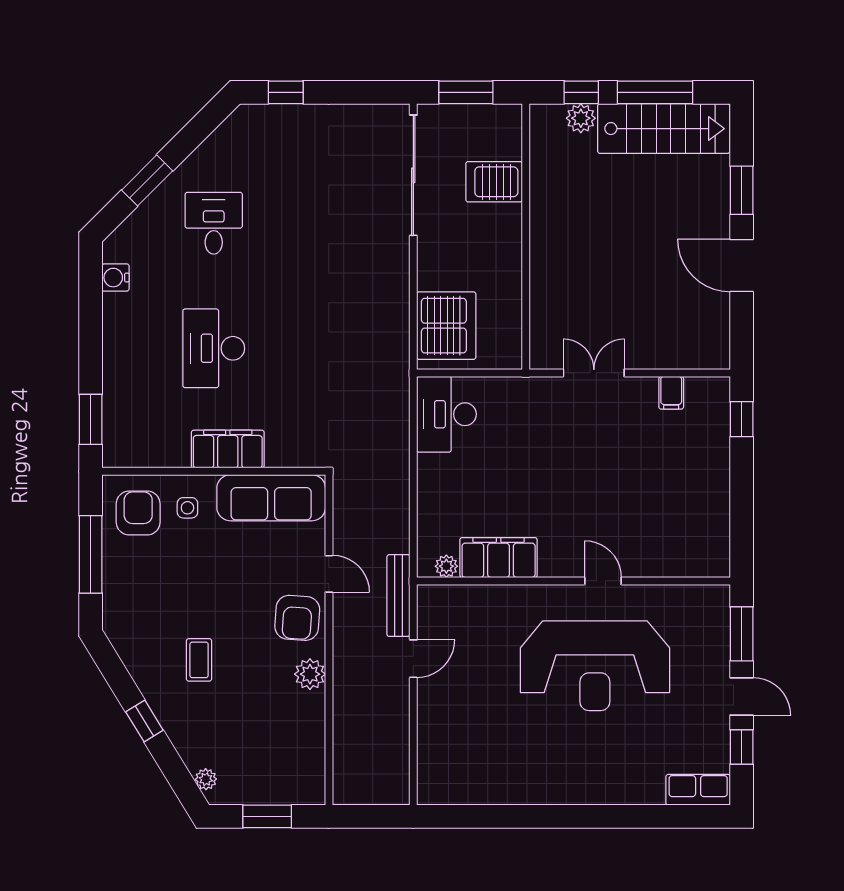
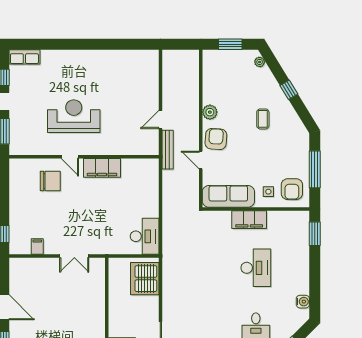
chair: (644, 530) -> (50, 181), added
filing cabinet: (499, 558) -> (102, 168), moved
plant: (446, 566) -> (145, 164), removed
reception desk: (595, 666) -> (74, 116), width x0.74, depth x0.77

